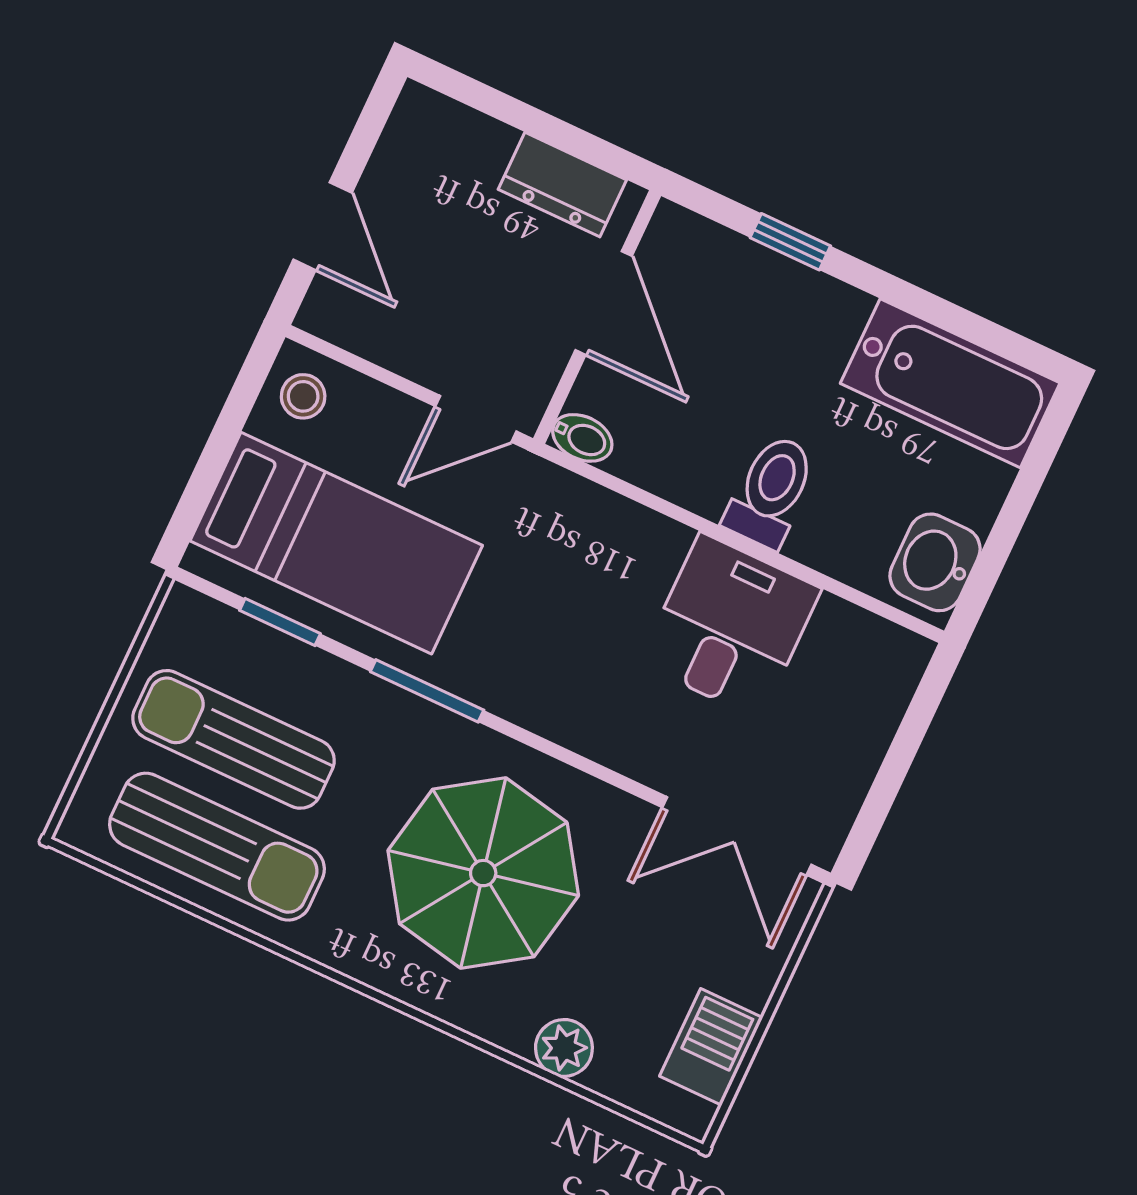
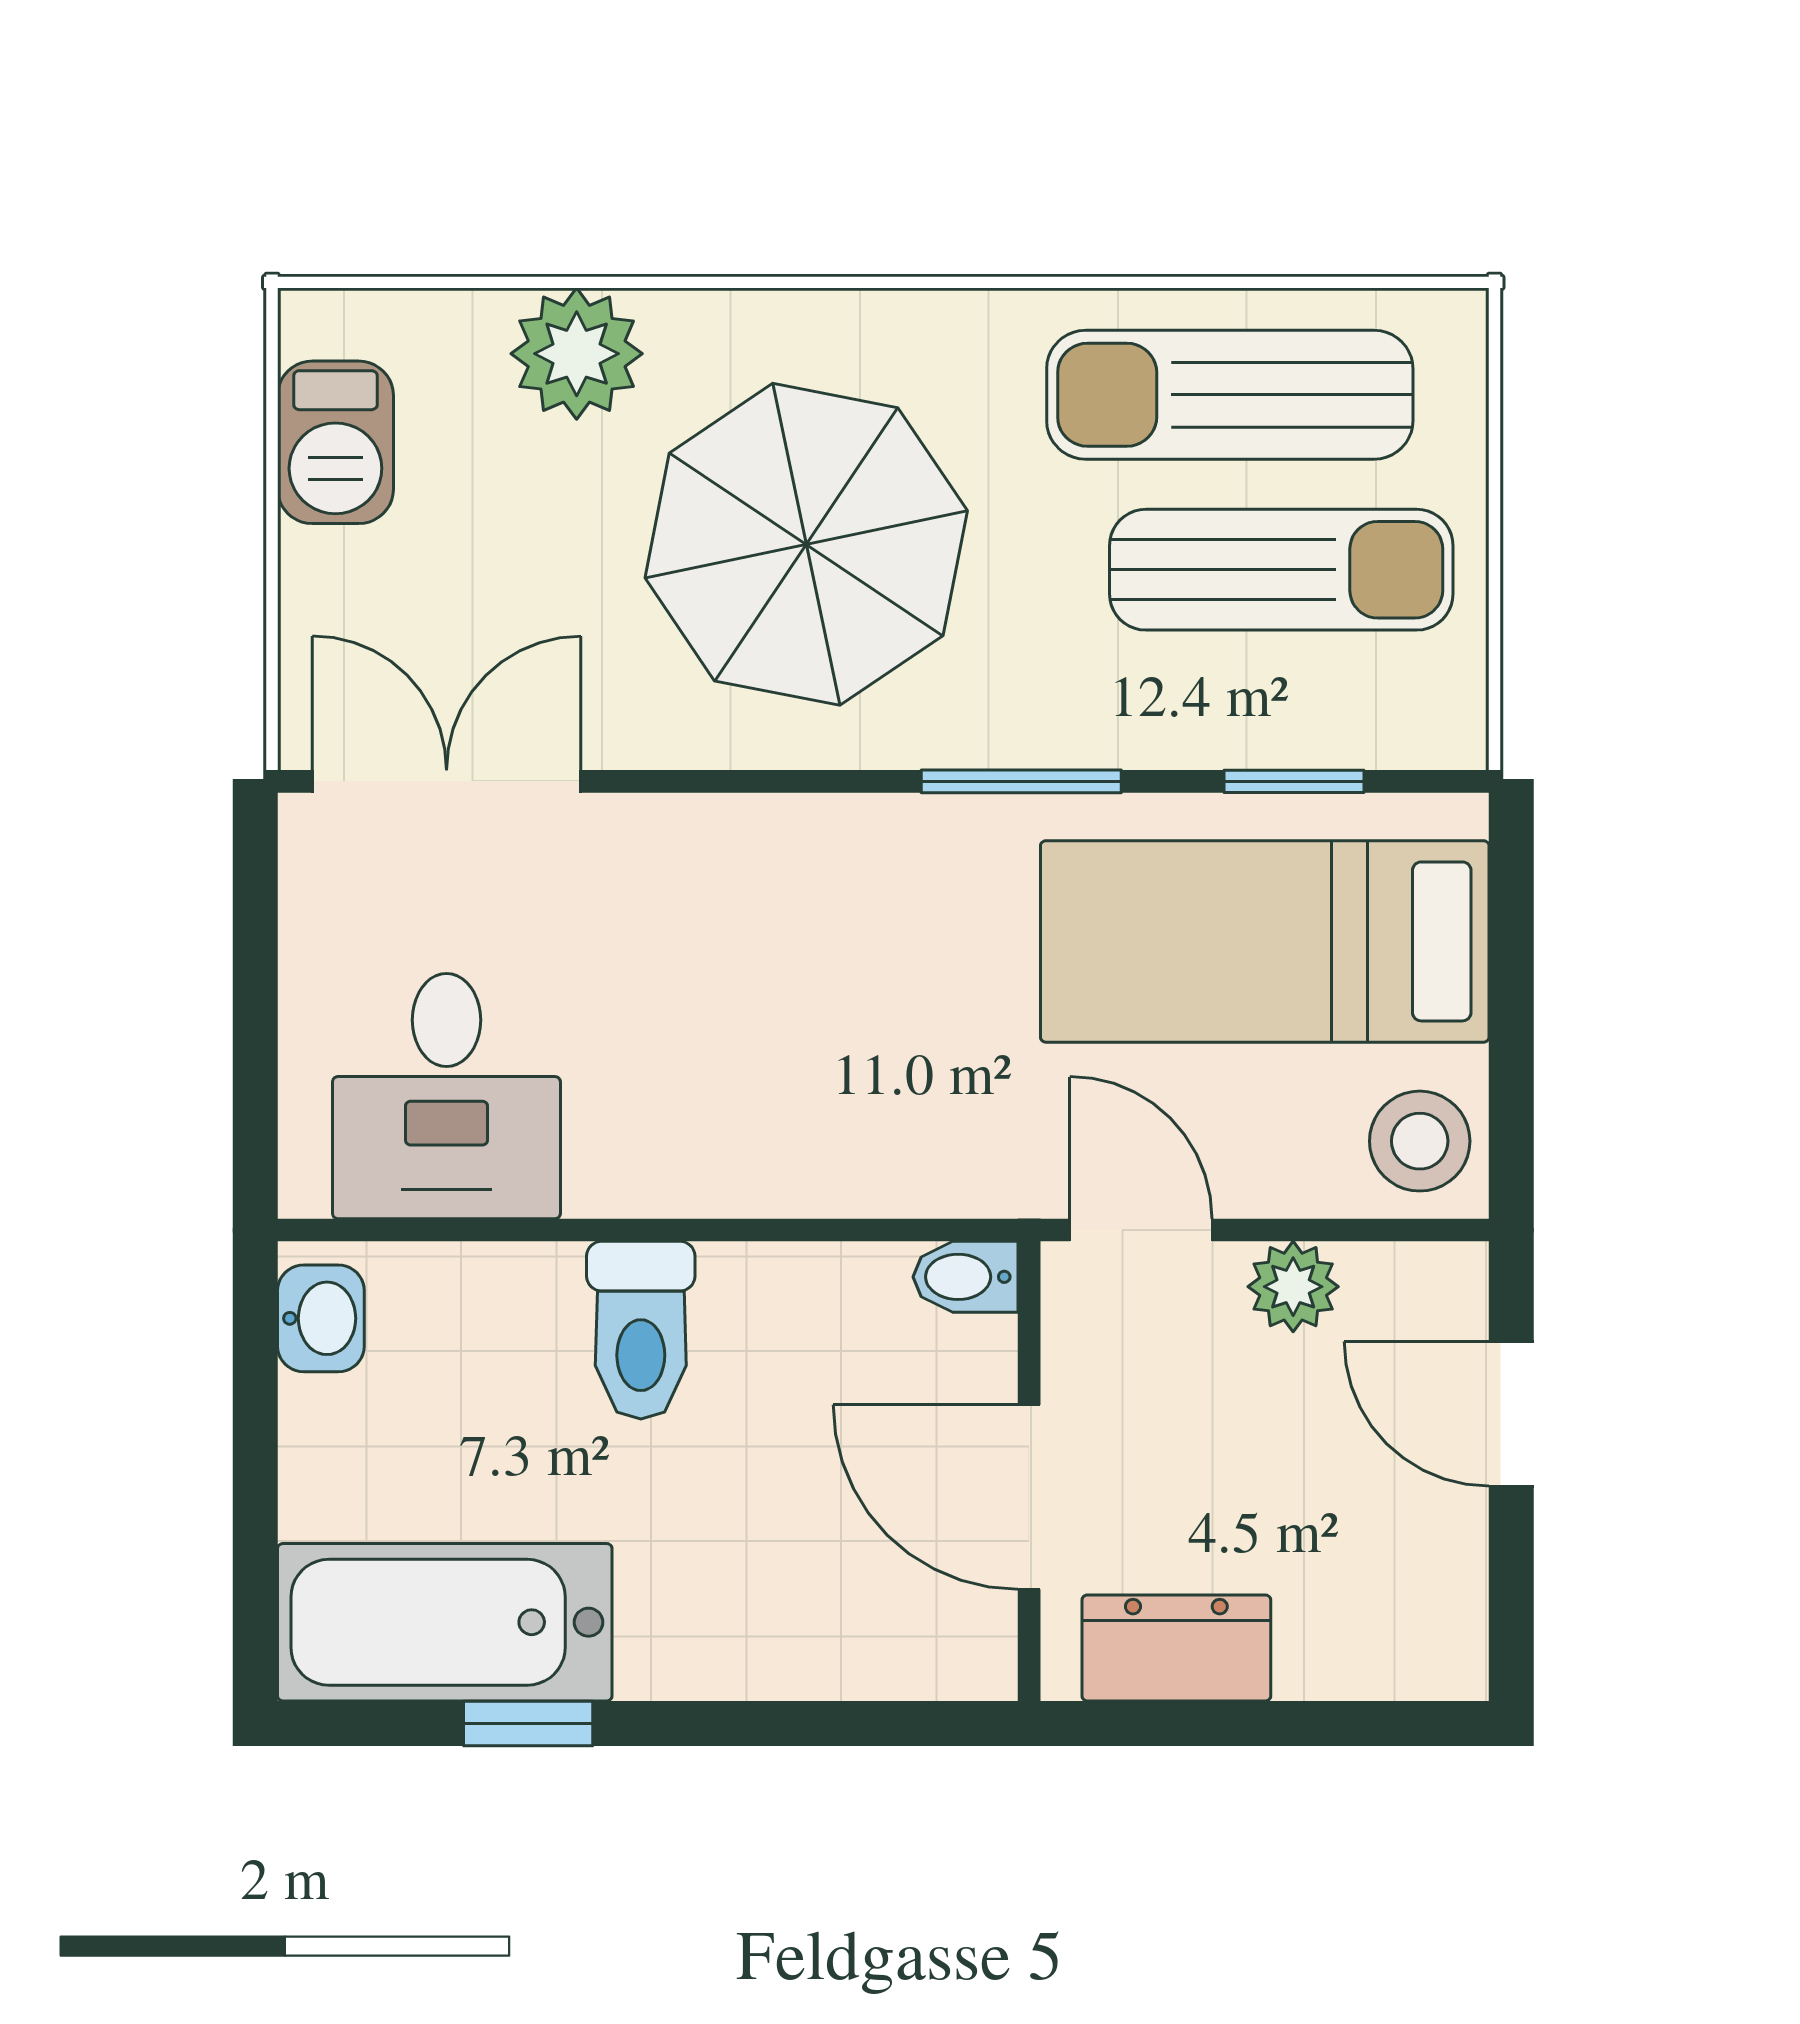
window: (790, 242) -> (528, 1723), moved
plant: (408, 350) -> (1293, 1287), added
stool: (303, 396) -> (1420, 1141), width x1.37, depth x1.37
door: (476, 419) -> (1141, 1230), hinge flipped
washbasin: (935, 562) -> (321, 1318), width x0.72, depth x0.69
desk: (730, 626) -> (446, 1096), moved
plant: (564, 1048) -> (577, 354), width x1.38, depth x1.38

